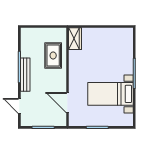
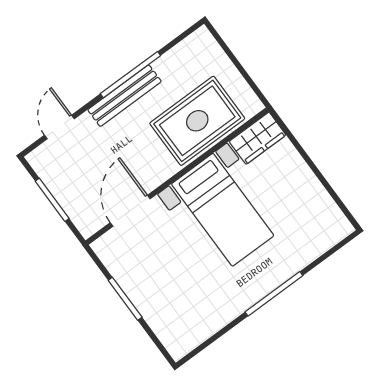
rug: (53, 55) -> (197, 121), width x1.36, depth x1.43
bed with nightstands: (111, 94) -> (223, 210), moved, turned 180

